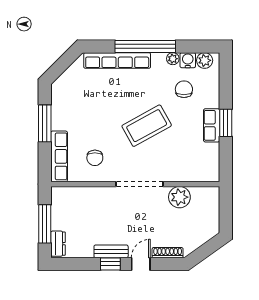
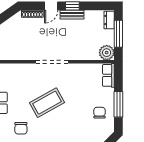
row of seats: (59, 156) -> (108, 75), width x0.68
chair: (95, 158) -> (99, 113), moved
plant: (179, 197) -> (107, 53), moved

